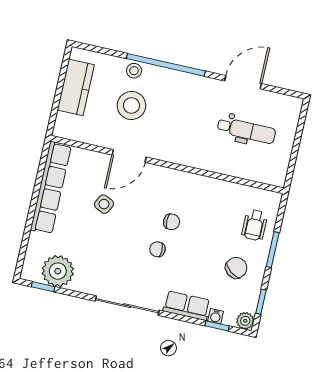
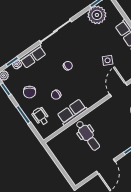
dental chair: (246, 130) -> (88, 136), moved, turned -90
row of seats: (212, 189) -> (72, 112), added
chair: (171, 222) -> (56, 95), moved

